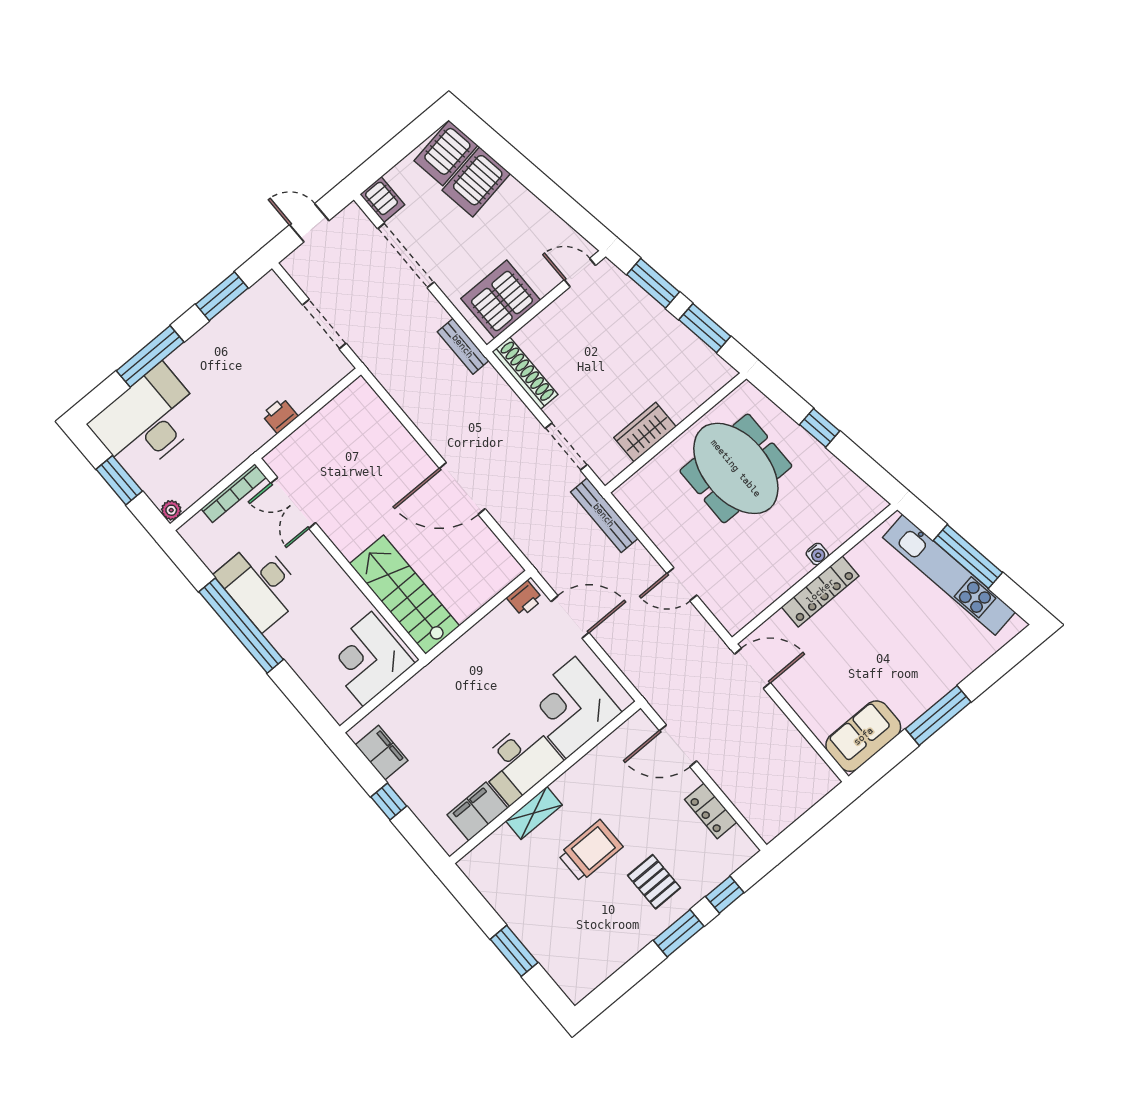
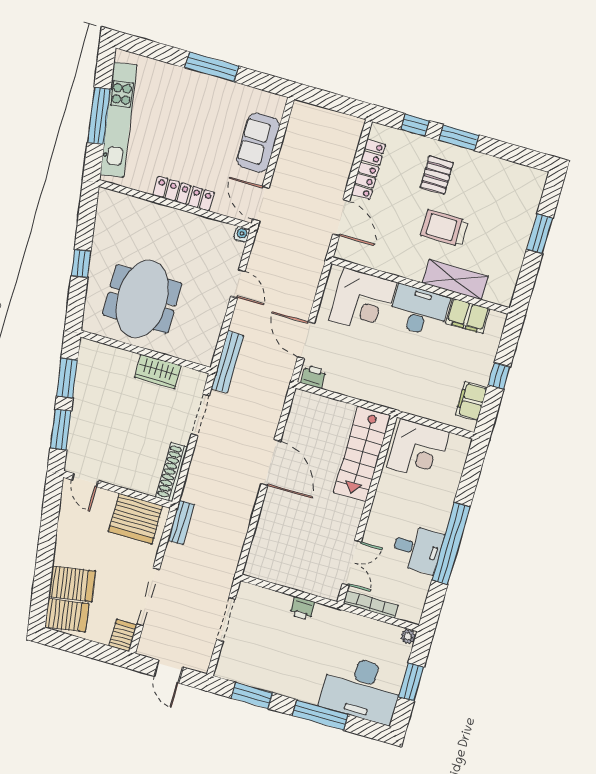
water cooler: (817, 554) -> (242, 234), moved
desk: (260, 585) -> (417, 549), width x0.73
sofa: (863, 736) -> (258, 143), moved, turned 90
locker: (711, 811) -> (368, 169), width x1.53
shelving: (534, 813) -> (455, 280), width x1.50, depth x1.33

